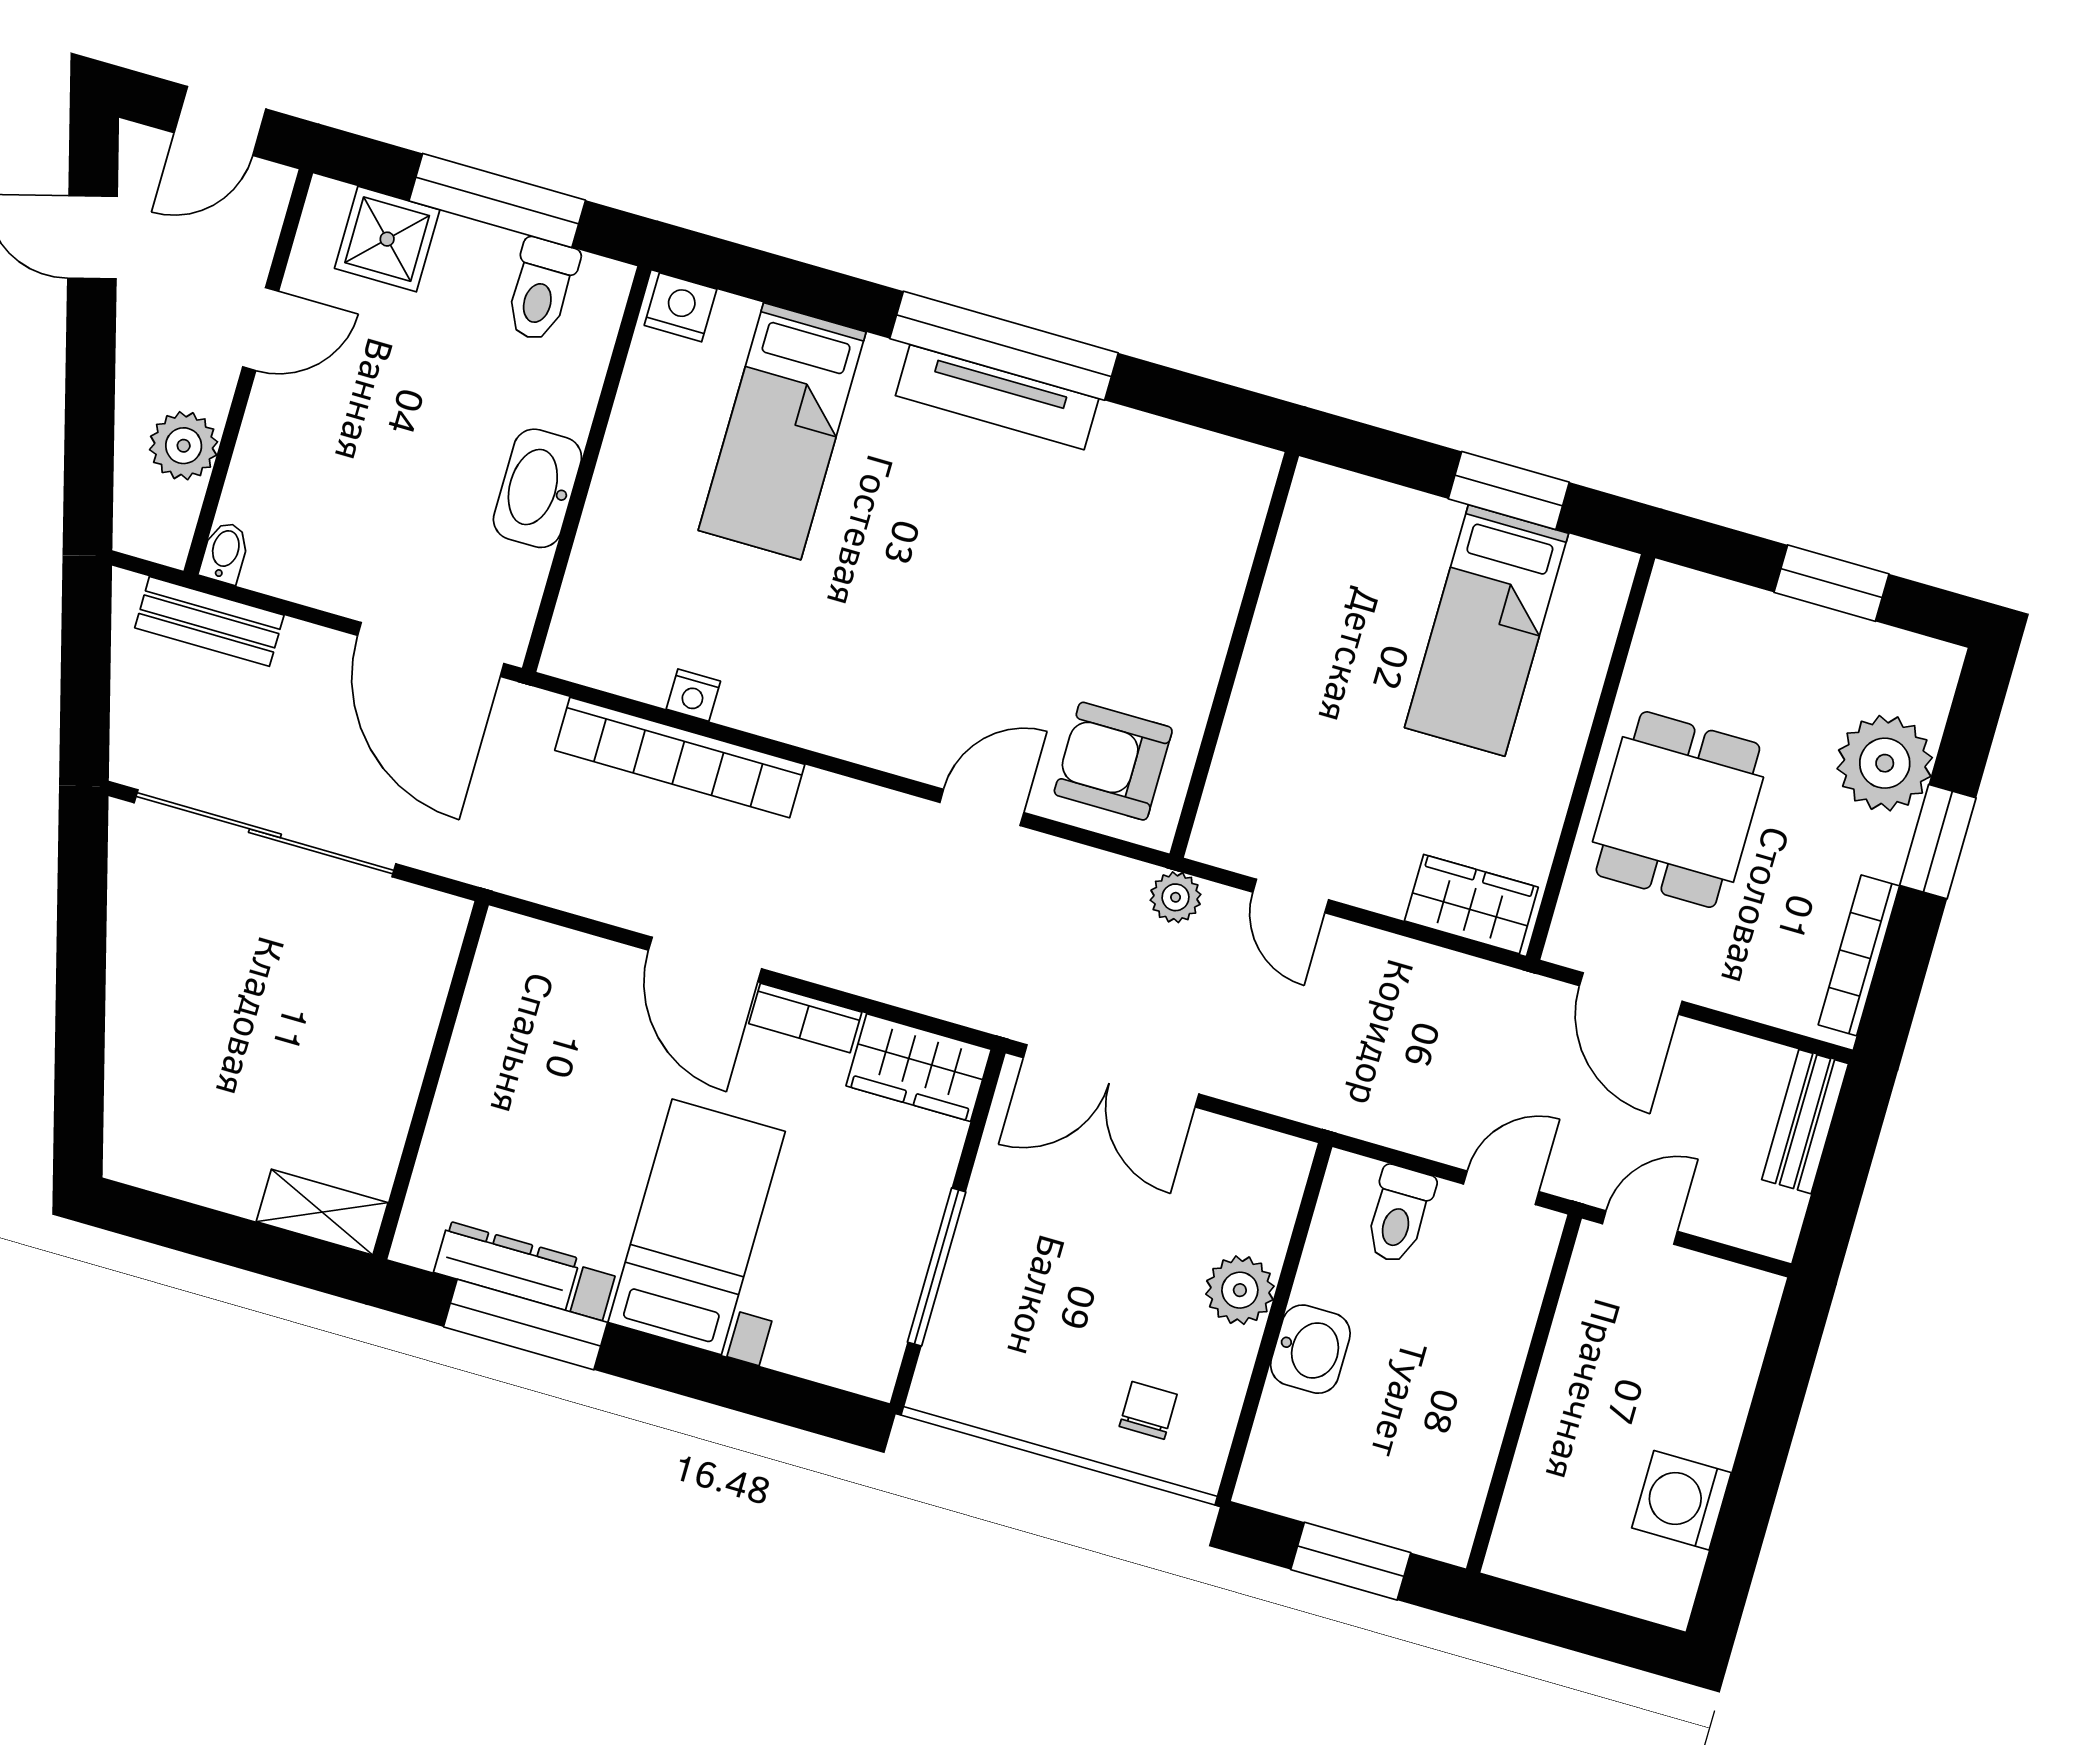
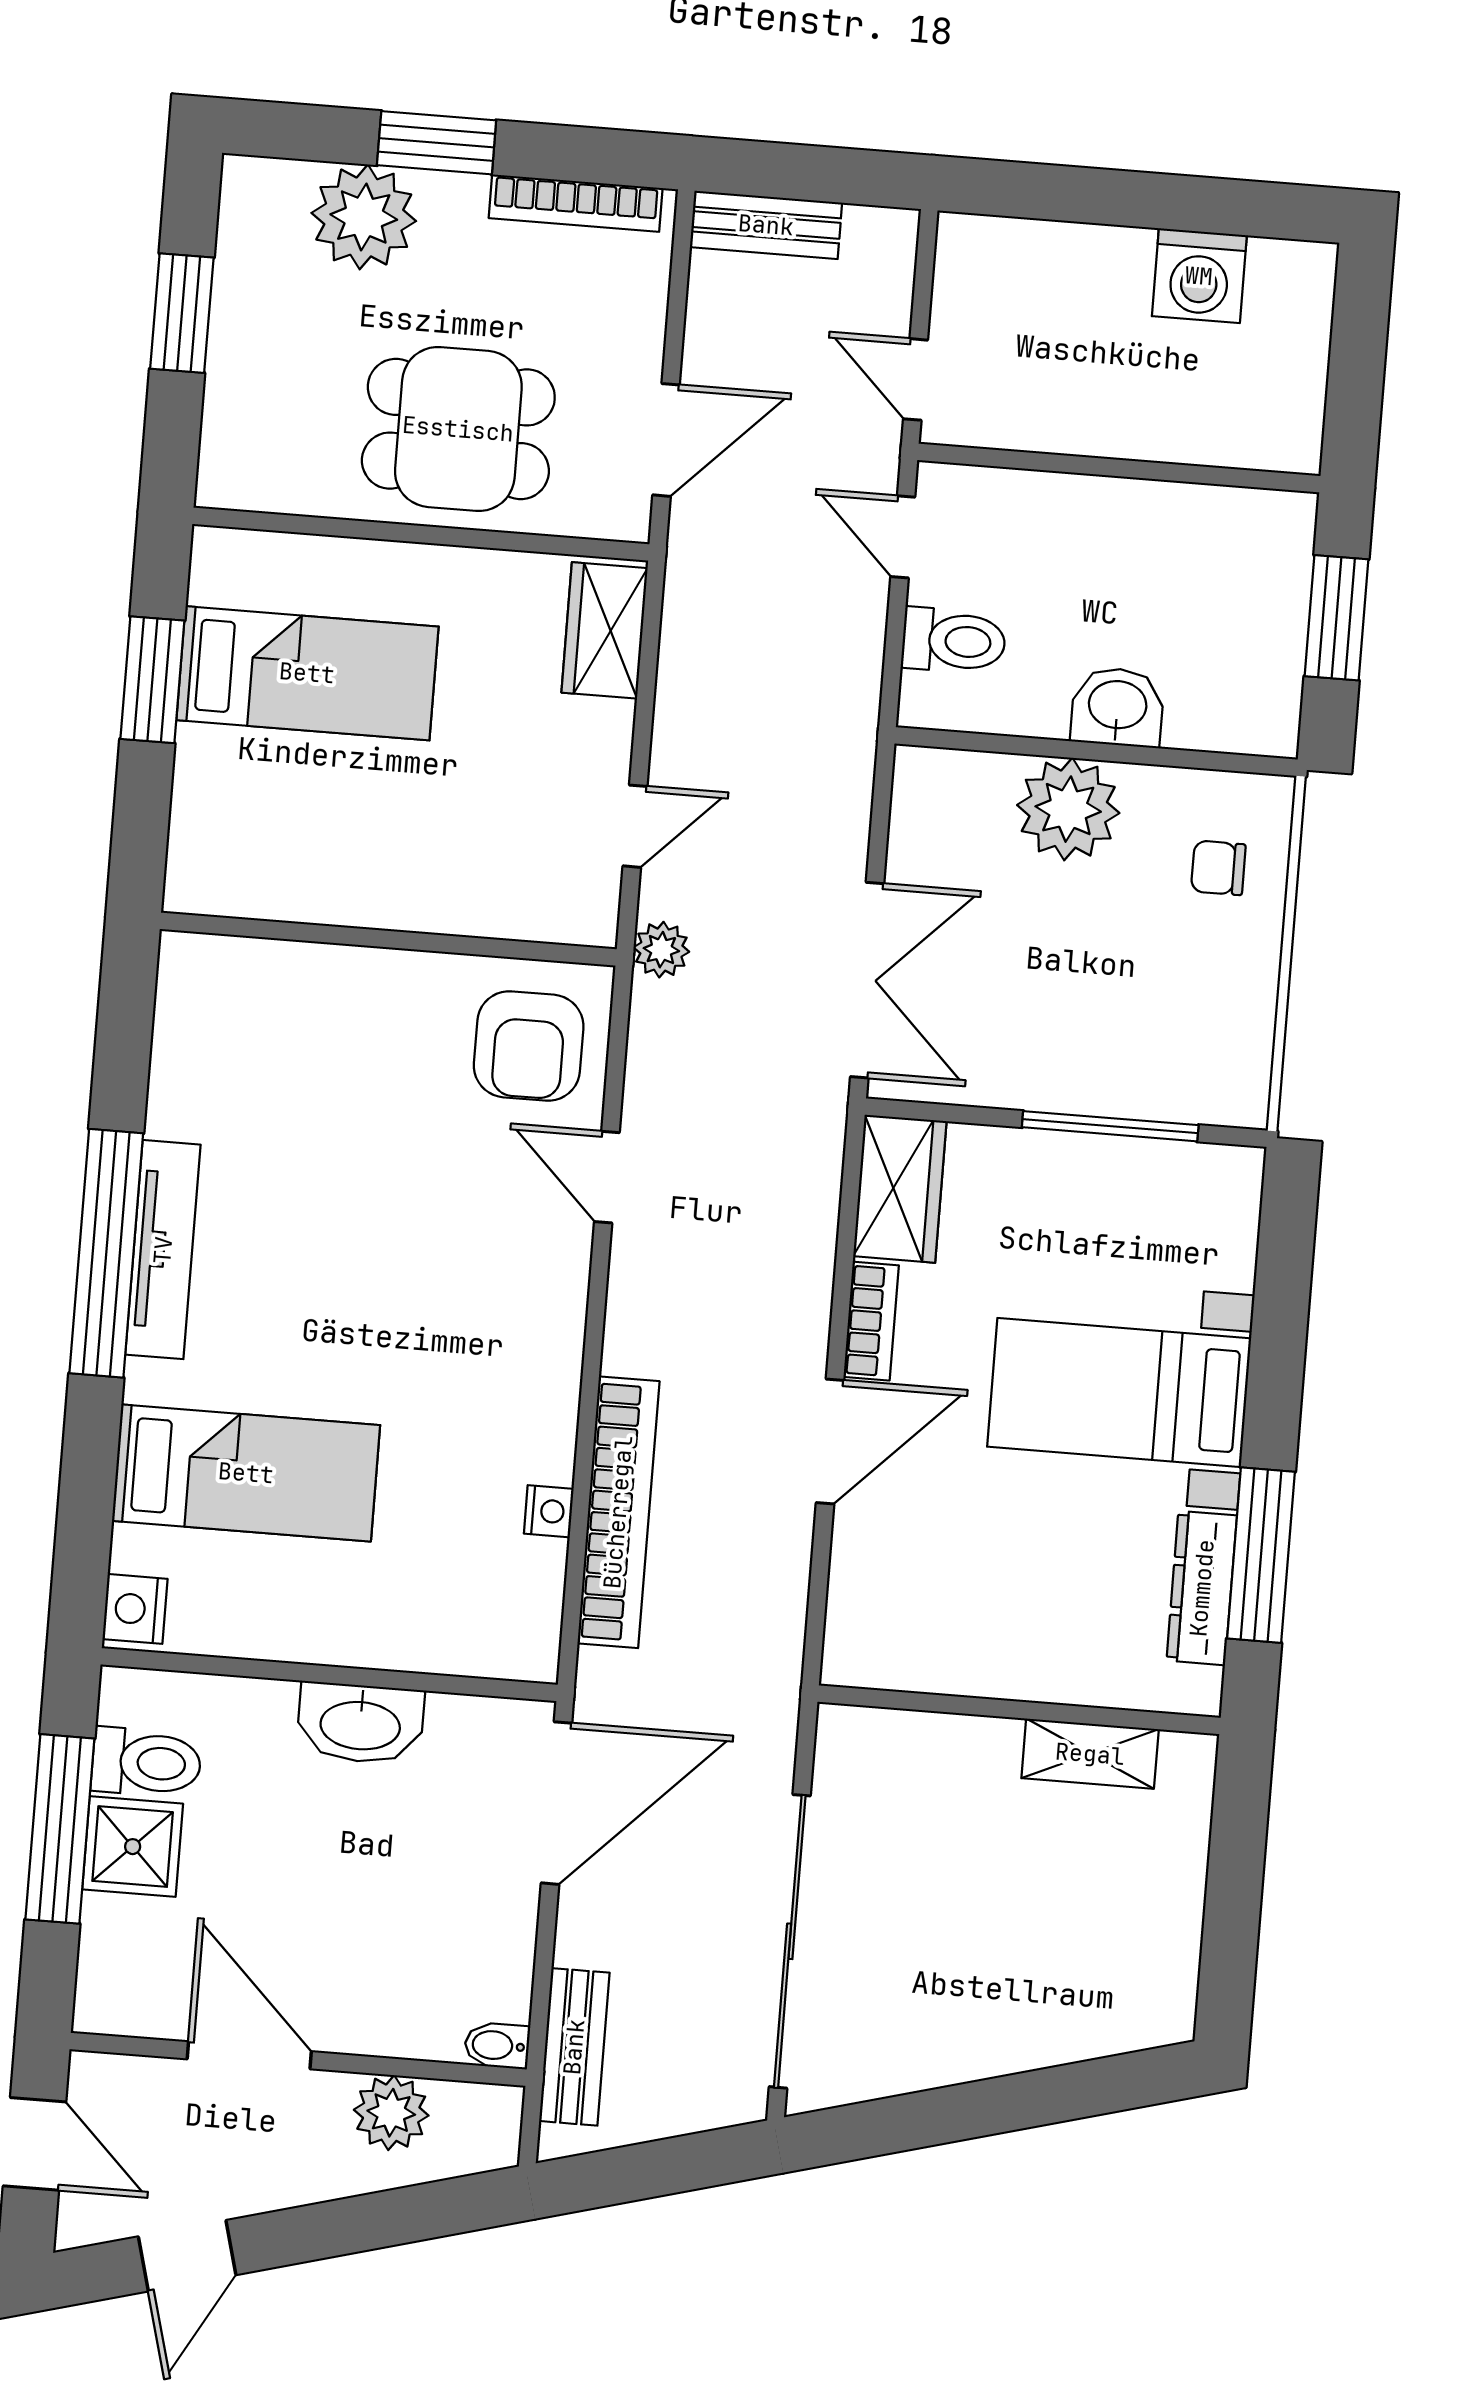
shower: (387, 239) -> (133, 1847), moved
door: (261, 329) -> (249, 2055), width x1.38
shelving: (322, 1212) -> (1090, 1754), moved, turned 90
plant: (1240, 1290) -> (1068, 809), width x1.36, depth x1.36

